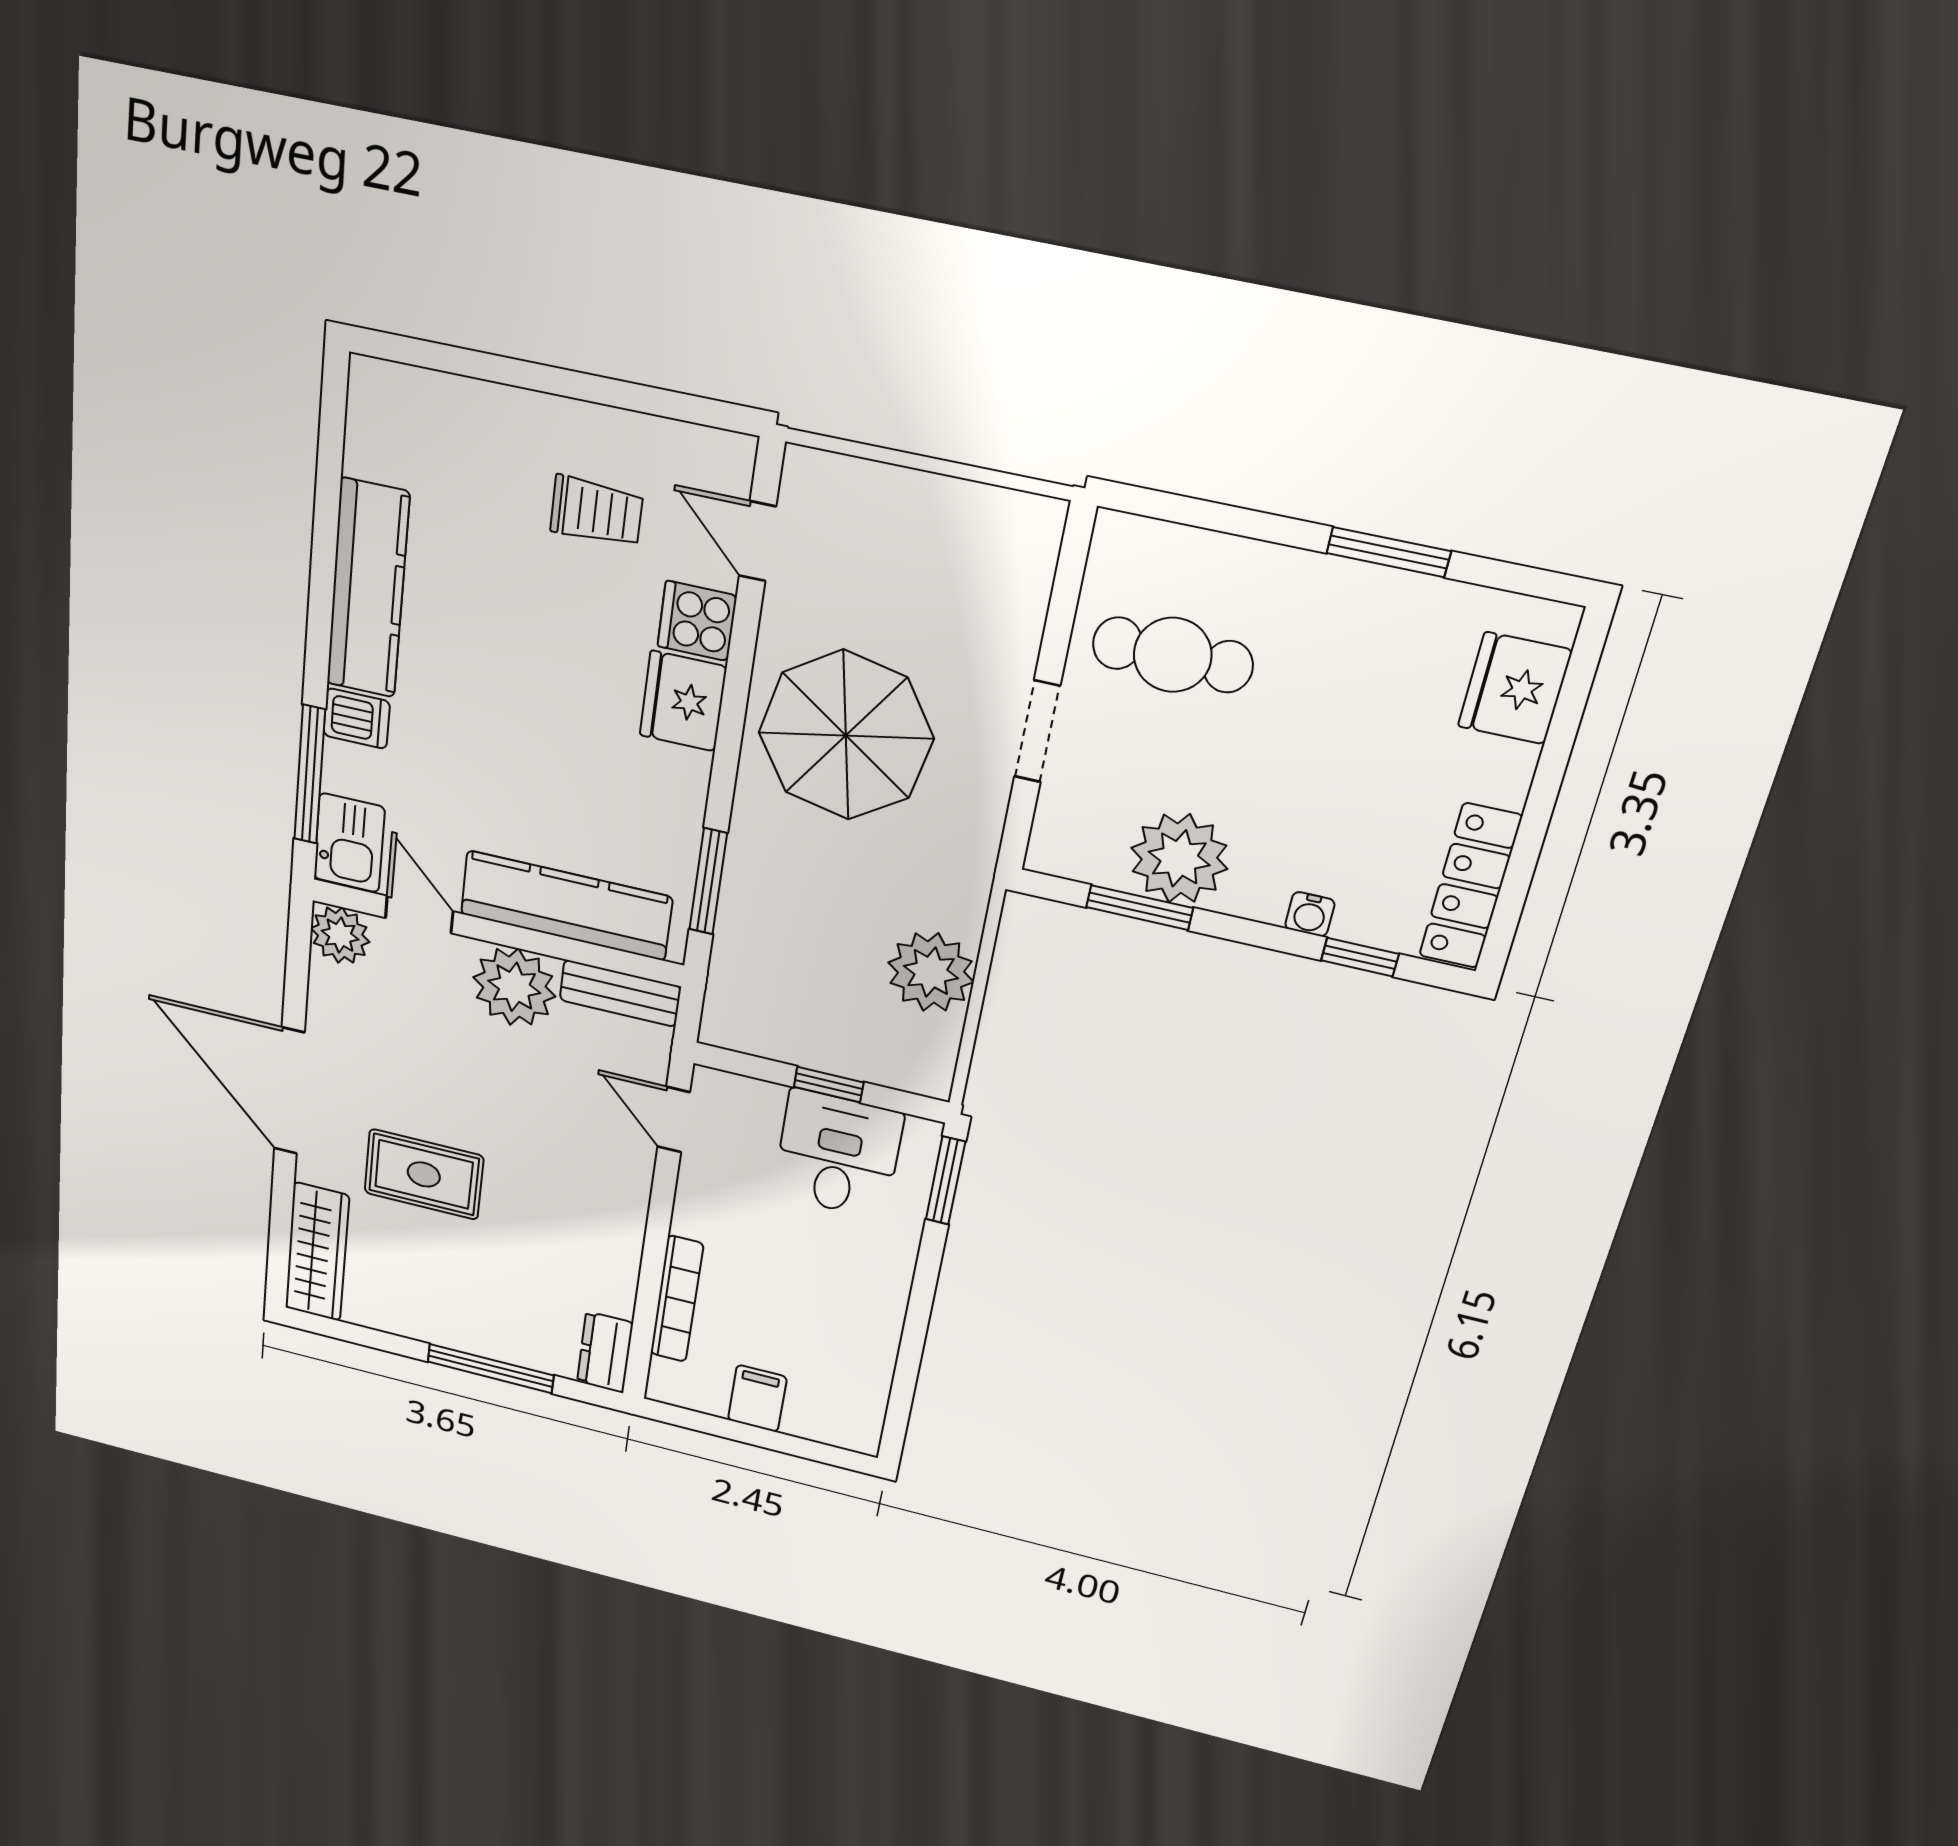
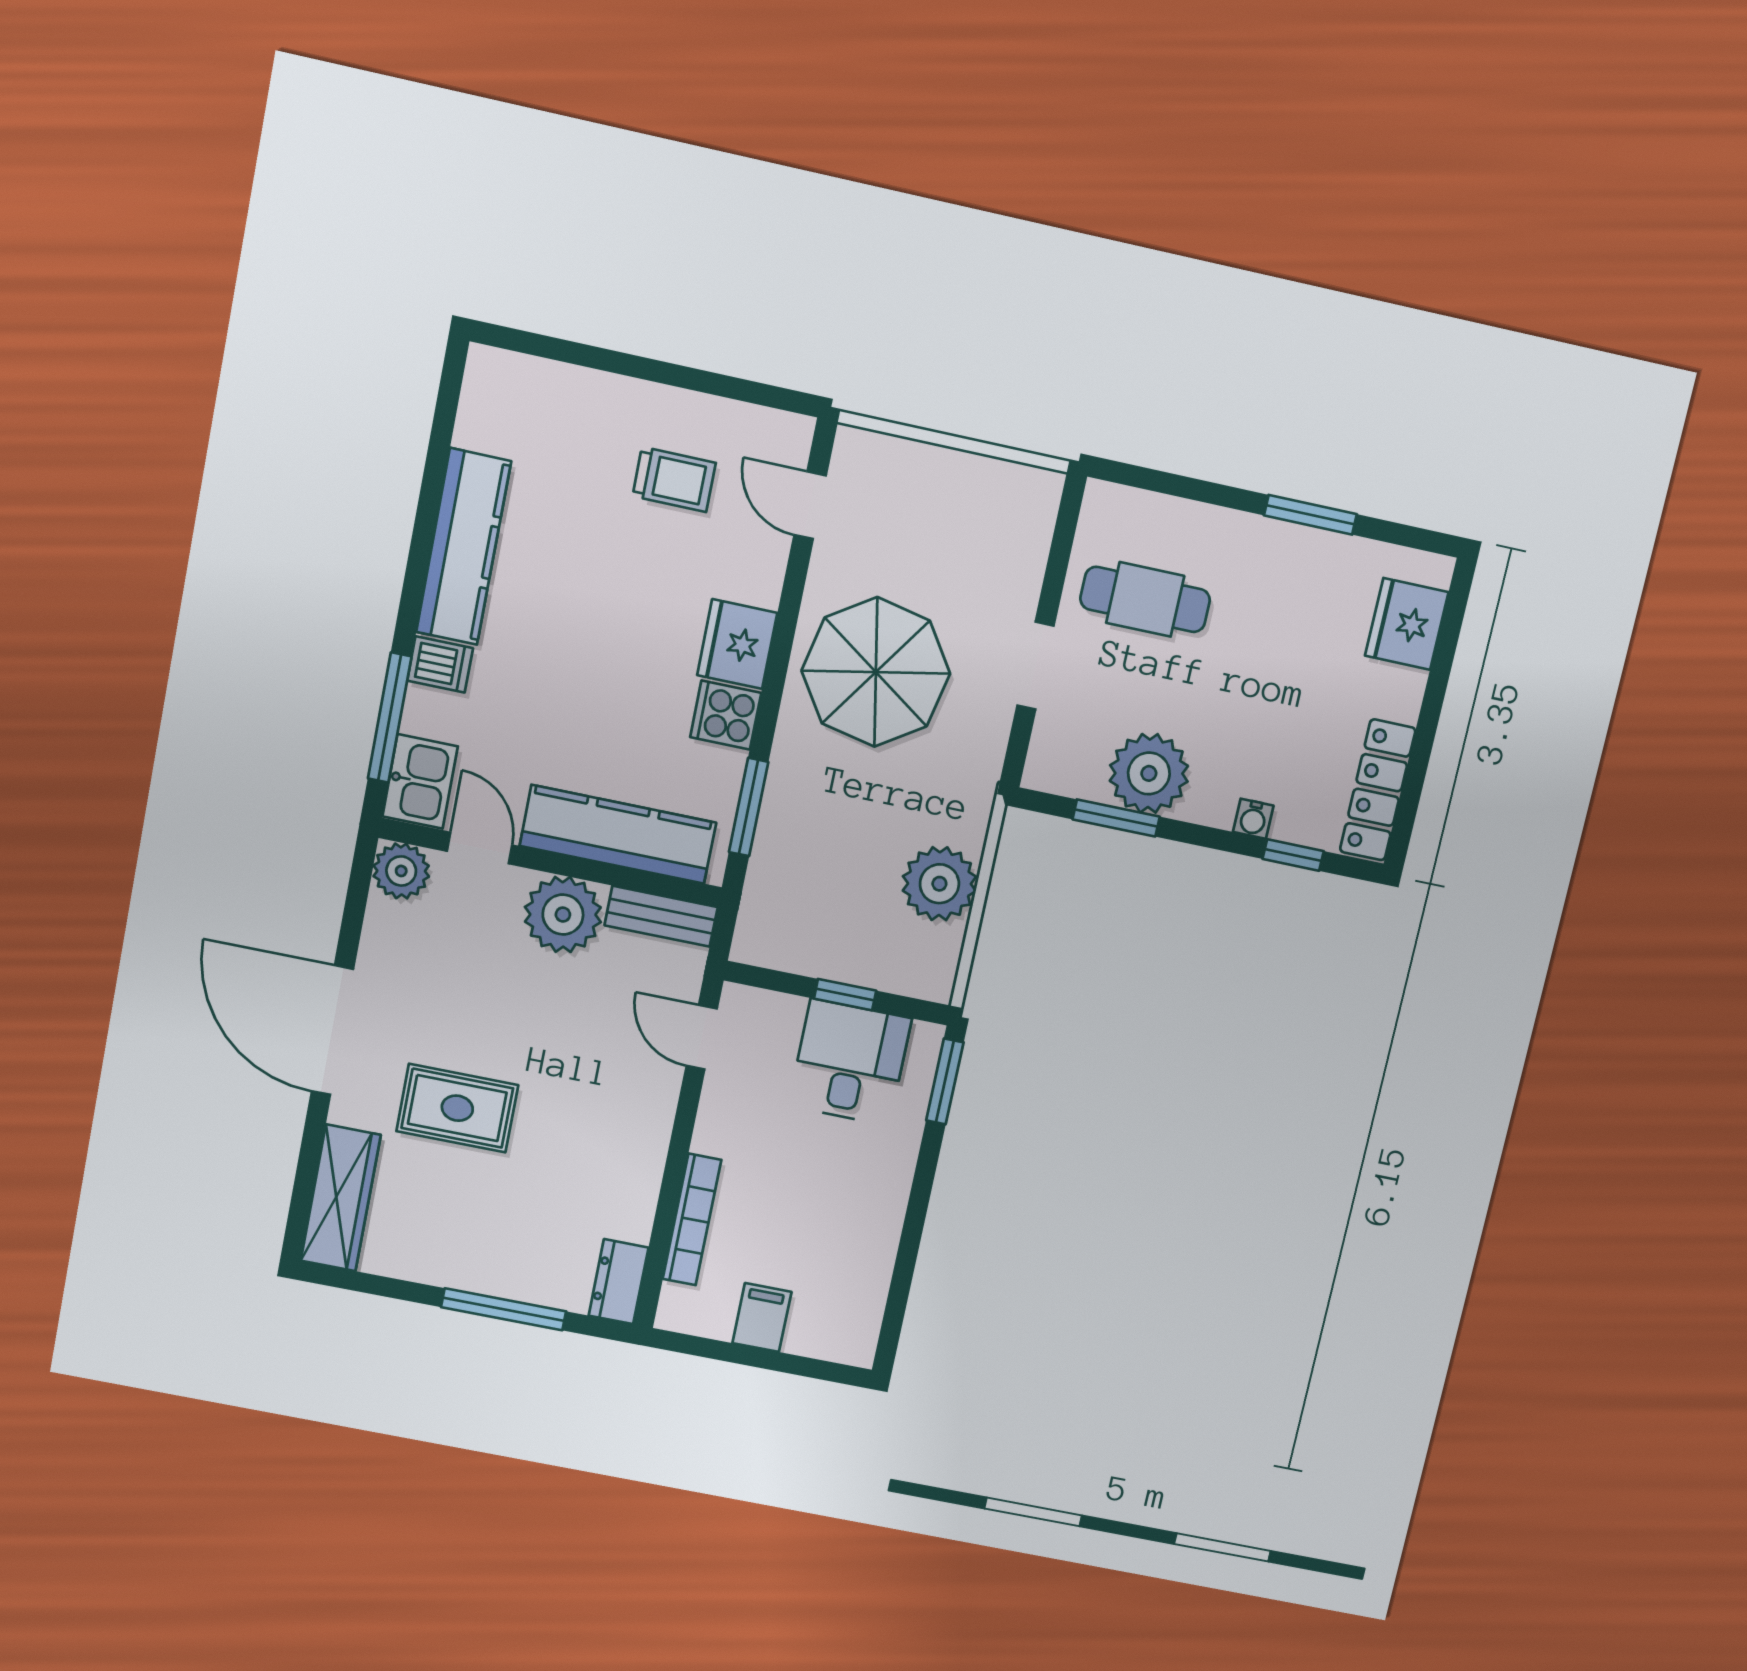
cooker: (697, 621) -> (726, 715), moved

